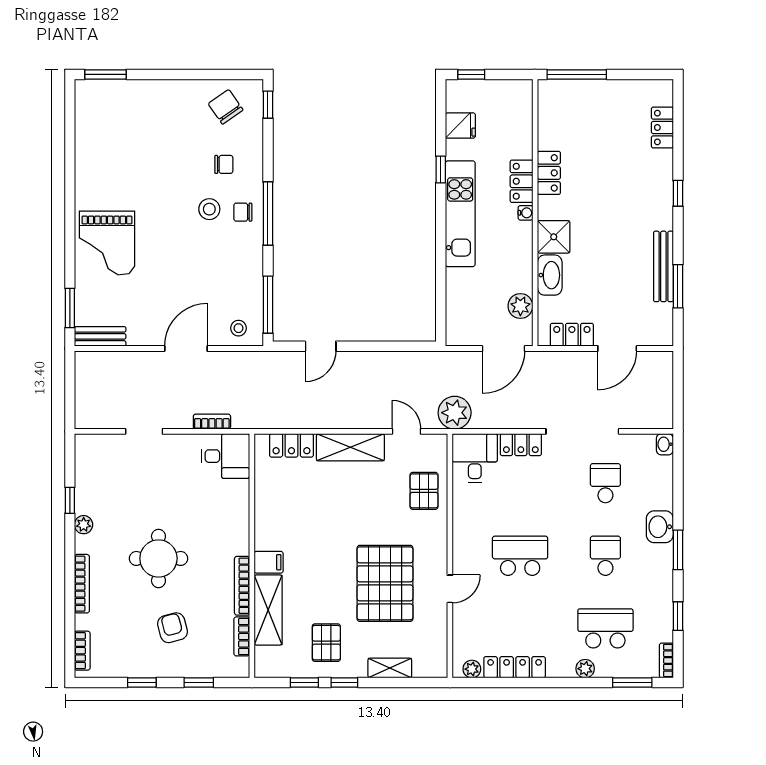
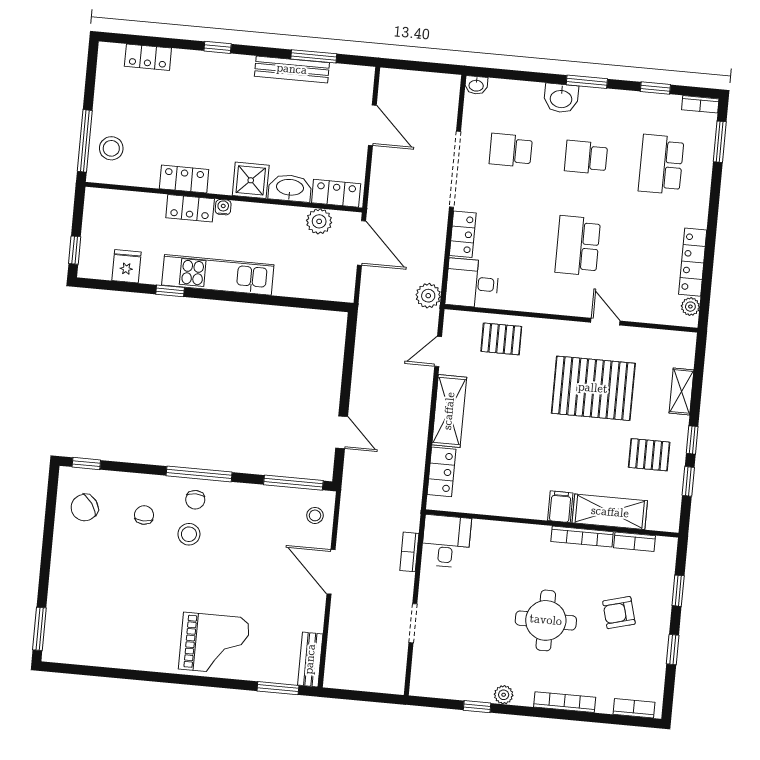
stool: (572, 100) -> (111, 148), added
locker: (572, 335) -> (336, 193), moved, turned 90
plant: (455, 413) -> (428, 296), width x0.73, depth x0.73
plant: (585, 669) -> (701, 189), removed

